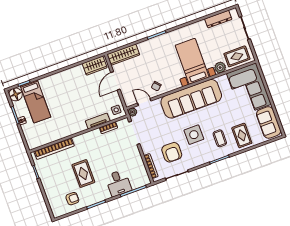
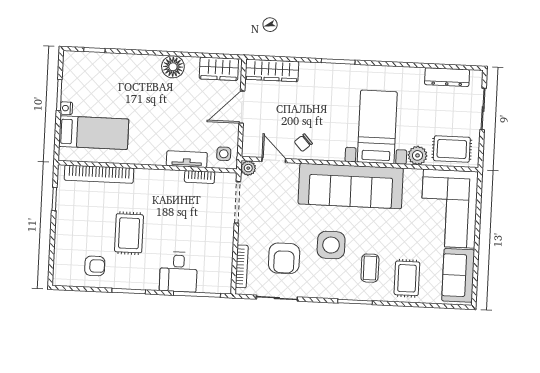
floor lamp: (16, 94) -> (173, 67), moved
bed: (36, 101) -> (94, 133), moved, turned -90

